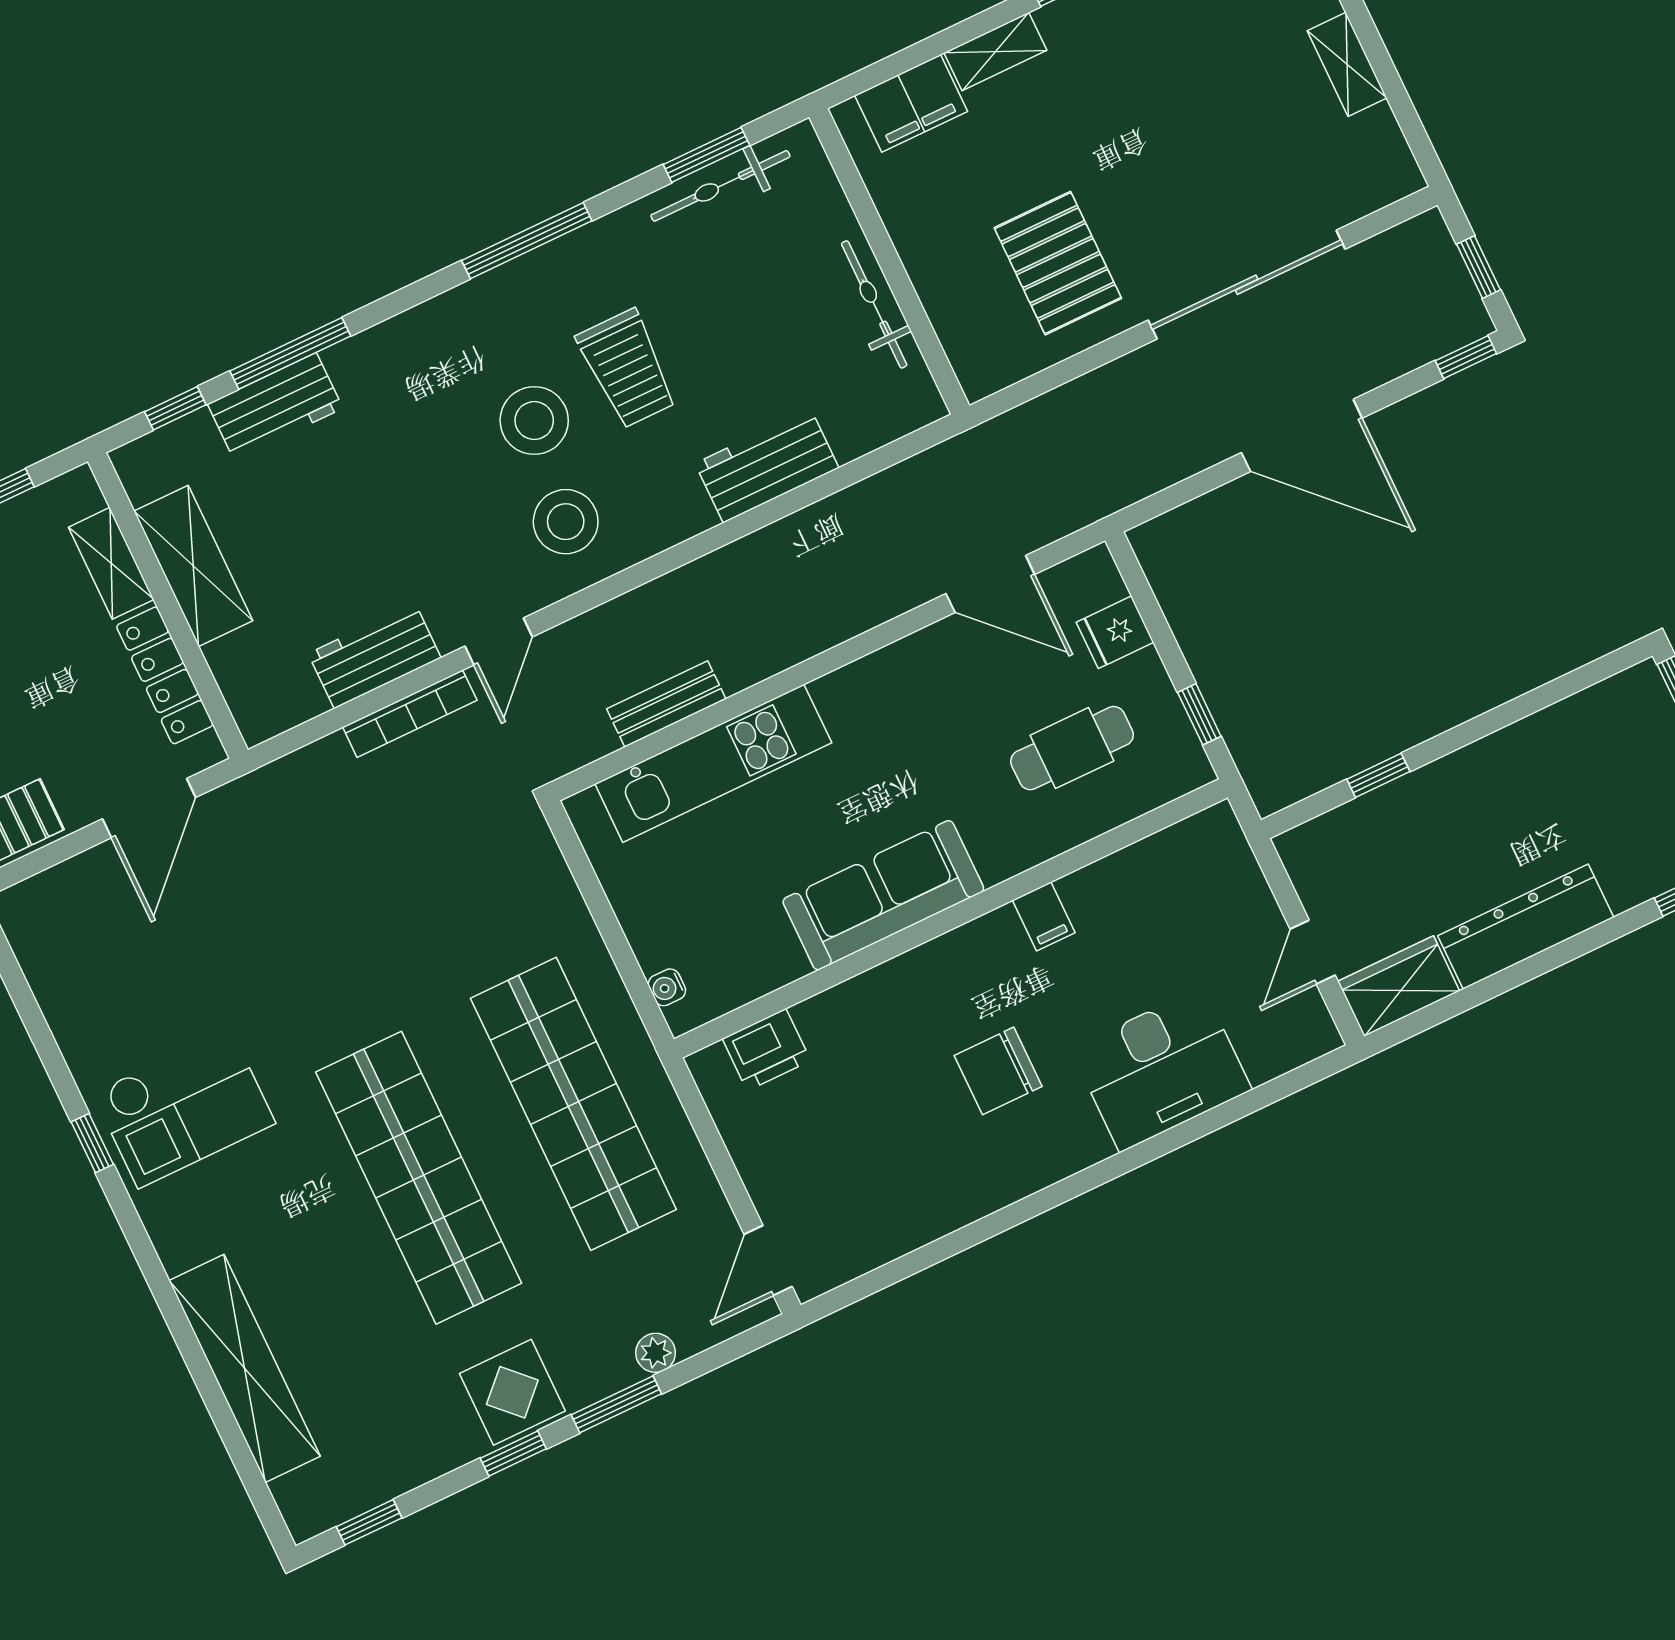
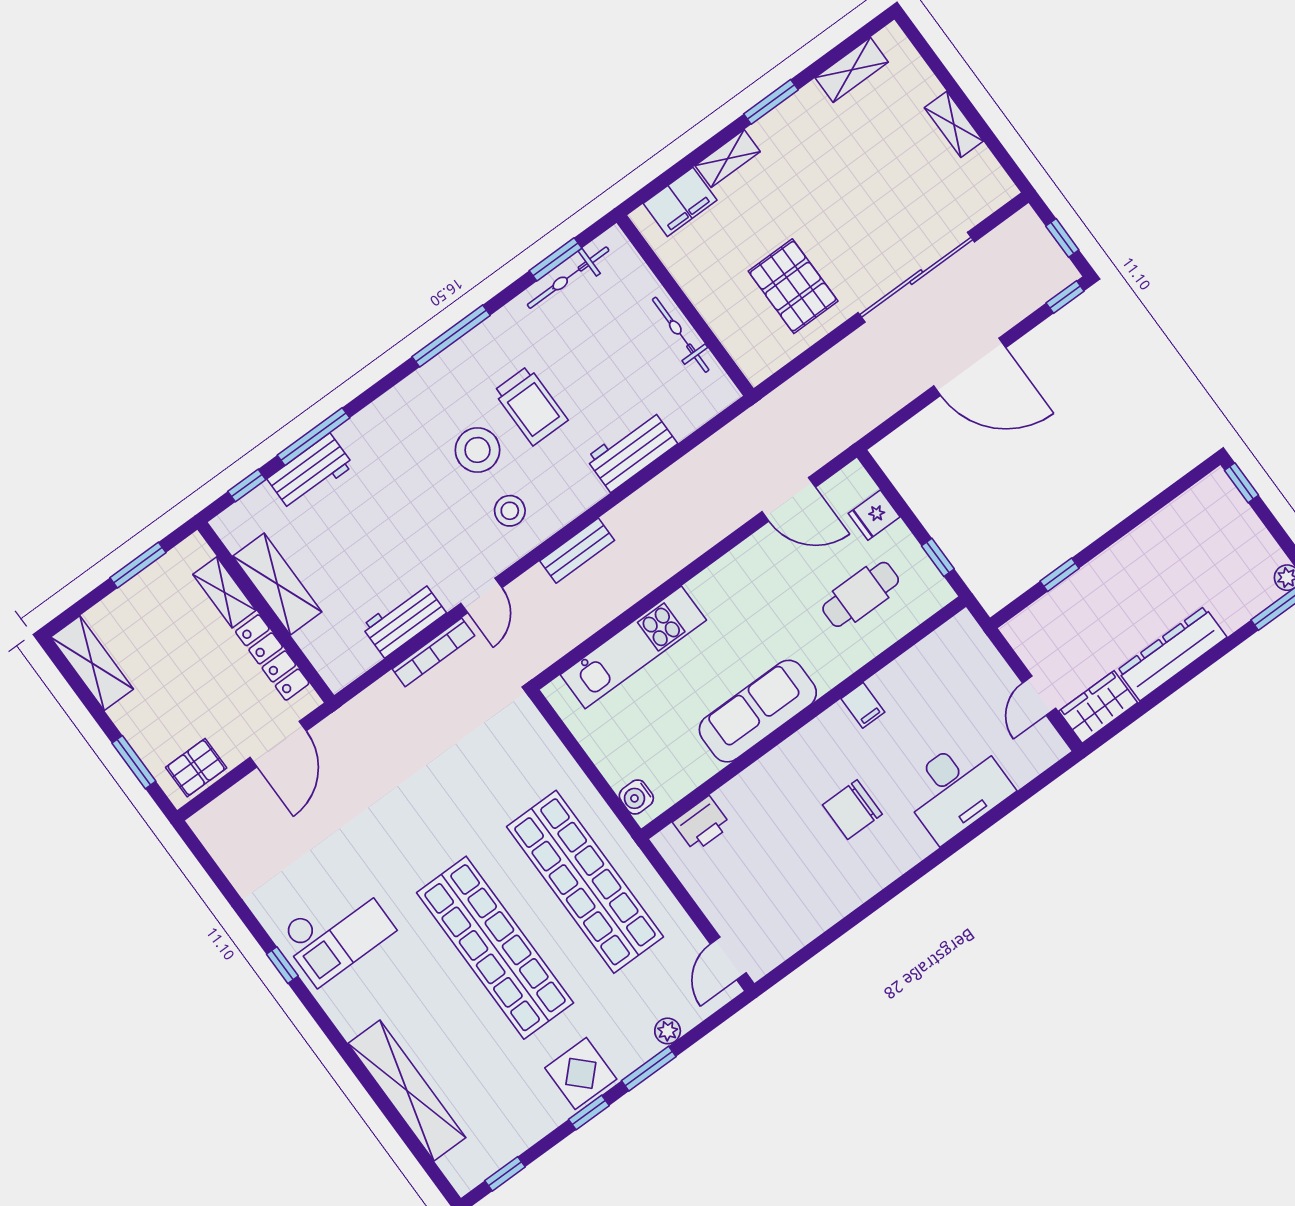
stool: (566, 522) -> (510, 511), width x0.73, depth x0.73
bench: (666, 704) -> (577, 551), moved
water cooler: (667, 987) -> (636, 797), width x1.38, depth x1.38

